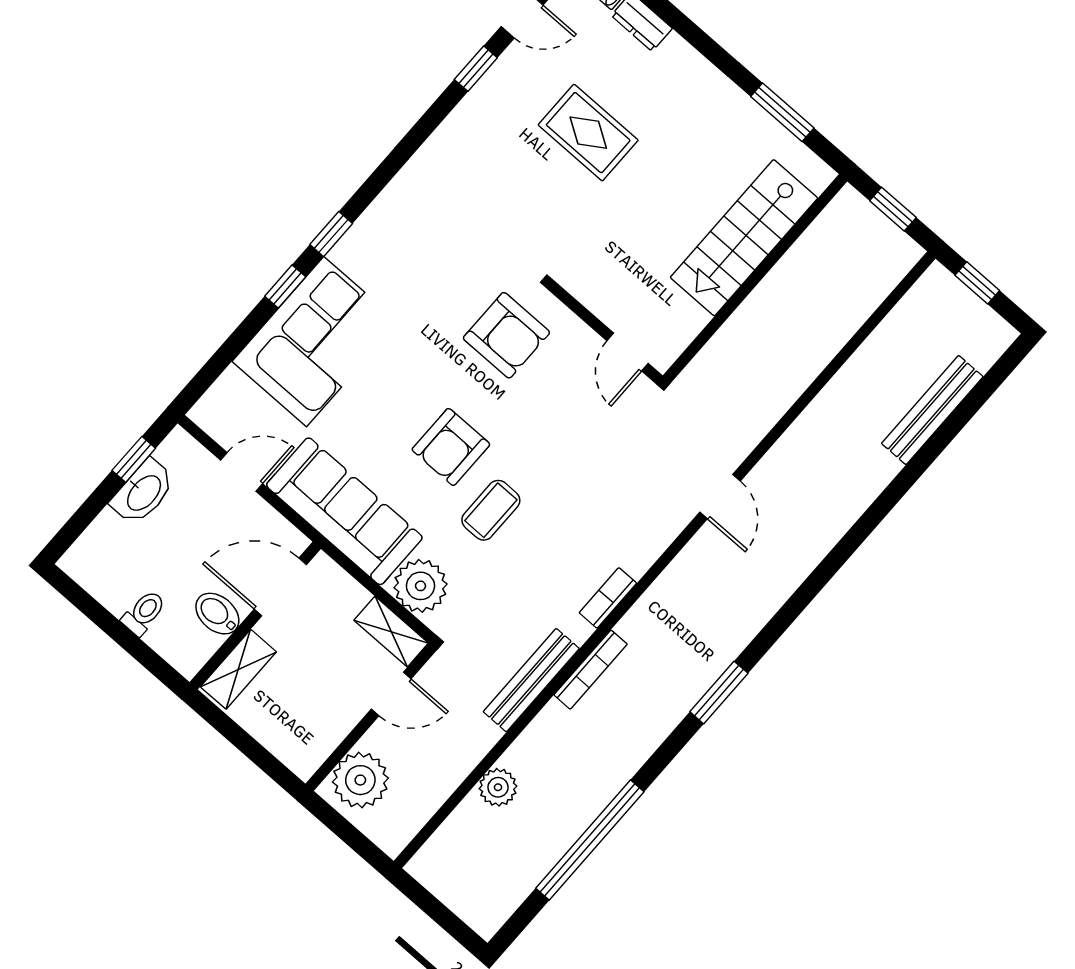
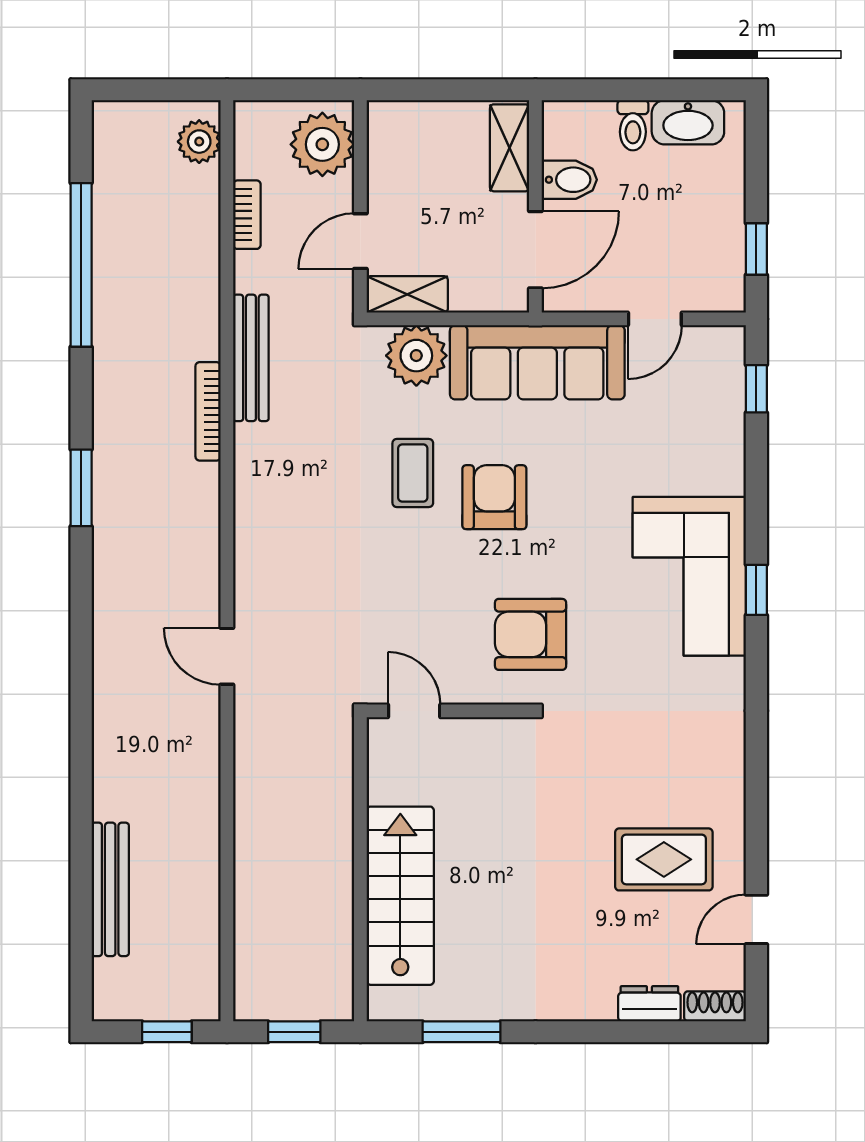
window: (476, 69) -> (756, 839), removed
rug: (588, 133) -> (664, 859), moved
window: (285, 286) -> (756, 389), moved
corner sofa: (315, 342) -> (689, 576), moved
washbasin: (143, 492) -> (688, 122), moved, turned -90
bookcase: (608, 598) -> (247, 215), moved
plant: (498, 787) -> (199, 142), moved

